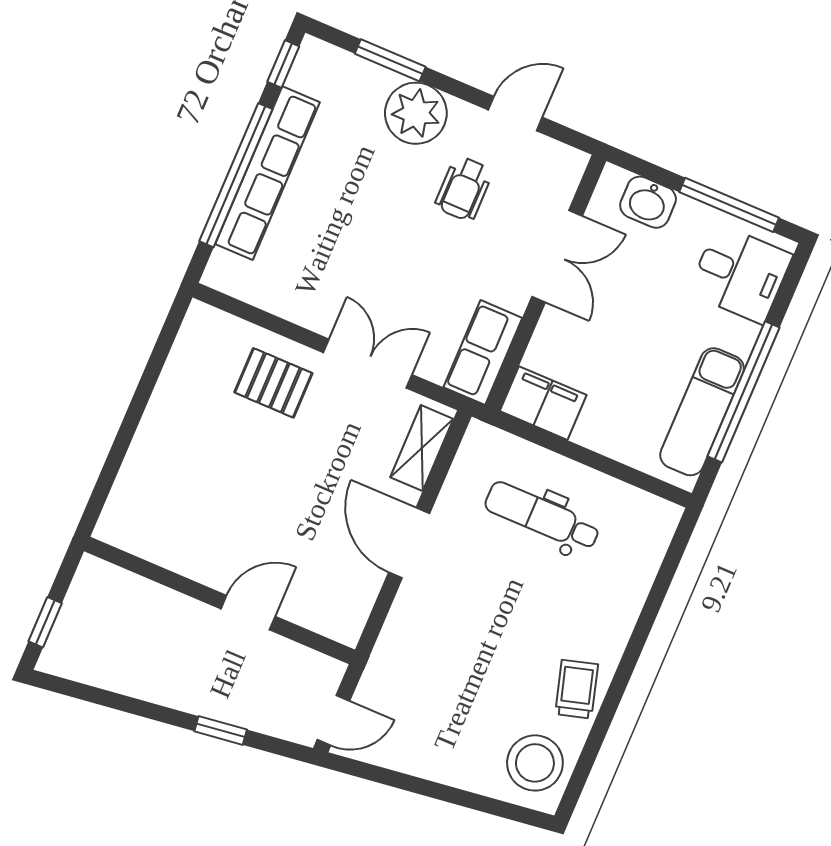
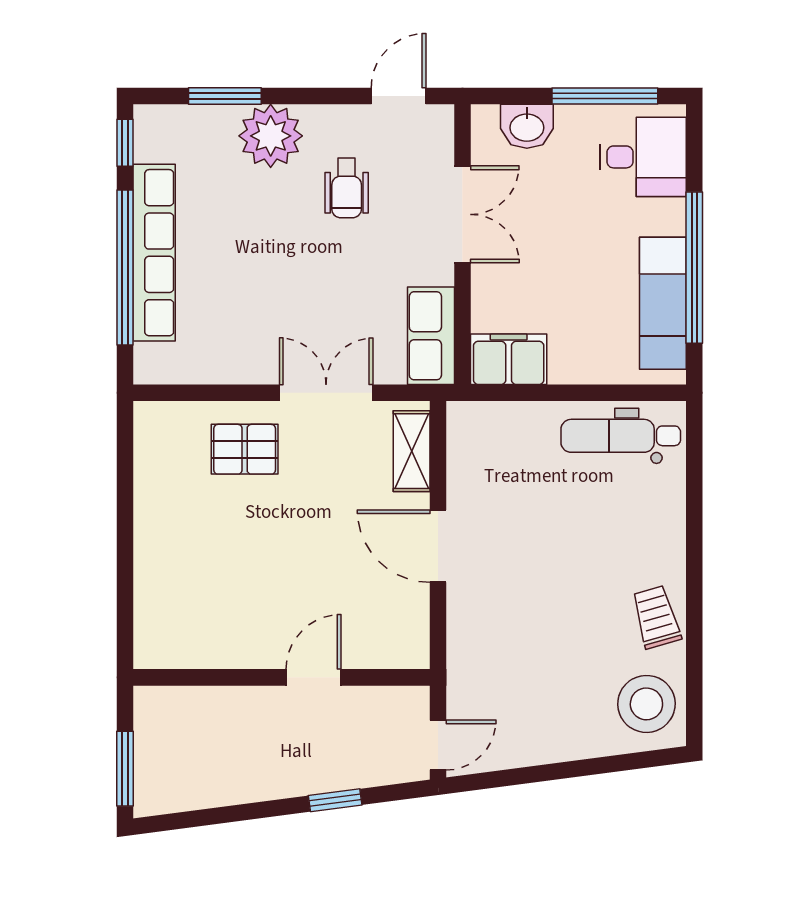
door: (515, 114) -> (399, 96), moved
dental chair: (542, 516) -> (621, 436), moved
window: (45, 622) -> (125, 769), width x1.50

